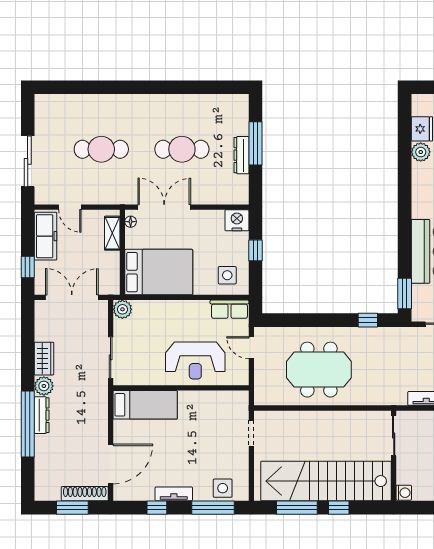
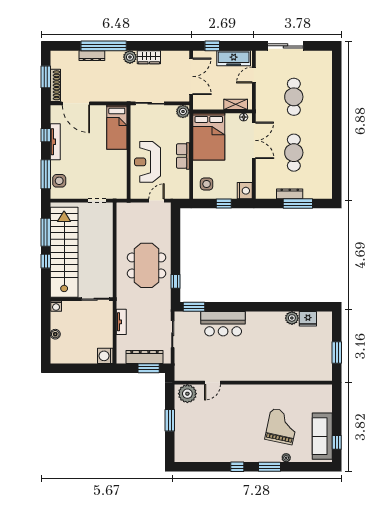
row of seats: (229, 309) -> (183, 156), moved
meeting table: (319, 370) -> (146, 265), moved
dresser: (42, 415) -> (92, 56), moved
tv unit: (174, 494) -> (55, 142), width x1.41

